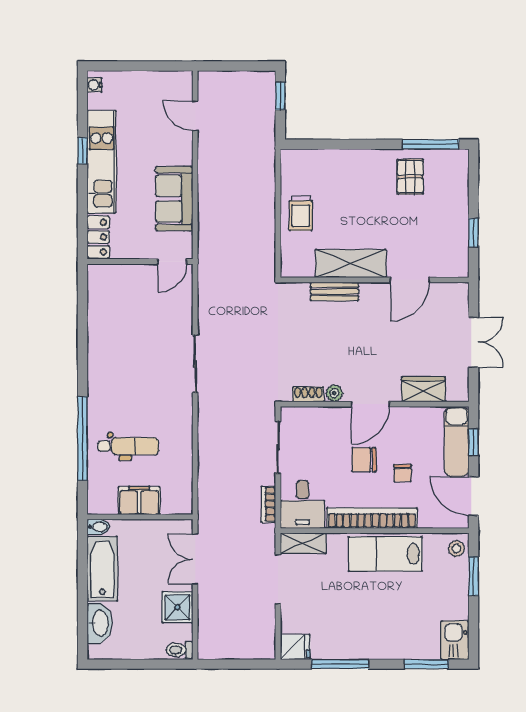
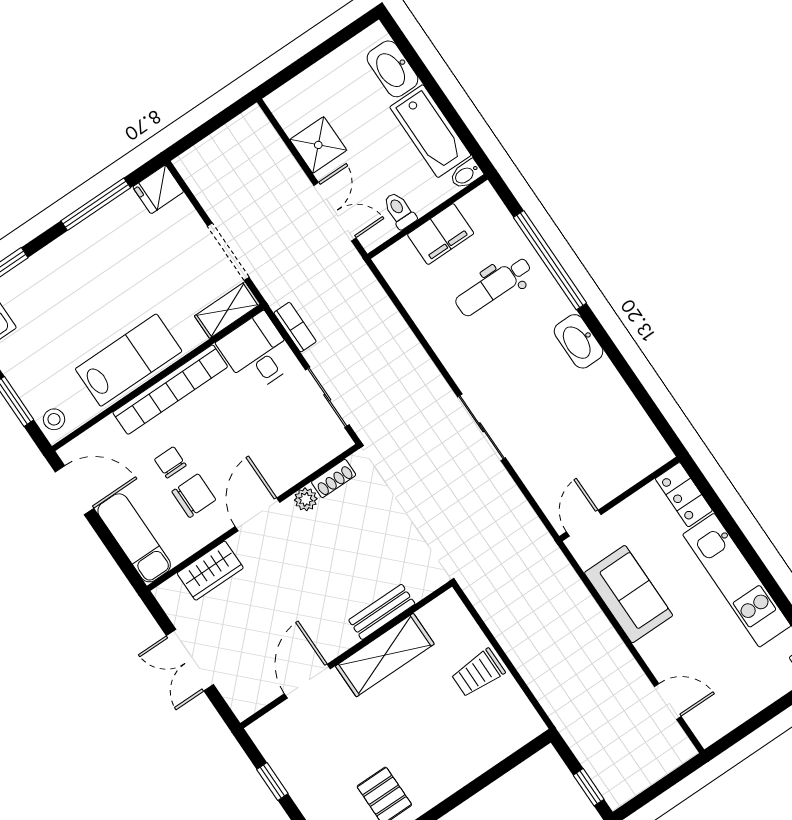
window: (82, 151) -> (766, 578), removed
trolley: (301, 213) -> (478, 673), turned -90
washbasin: (99, 376) -> (579, 341), added
window: (474, 442) -> (115, 550), removed
chair: (364, 460) -> (194, 496), moved
toilet: (180, 650) -> (399, 210), moved, turned -90

